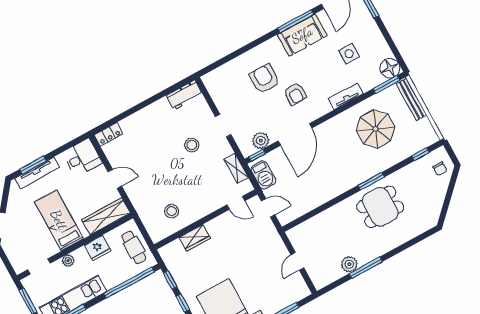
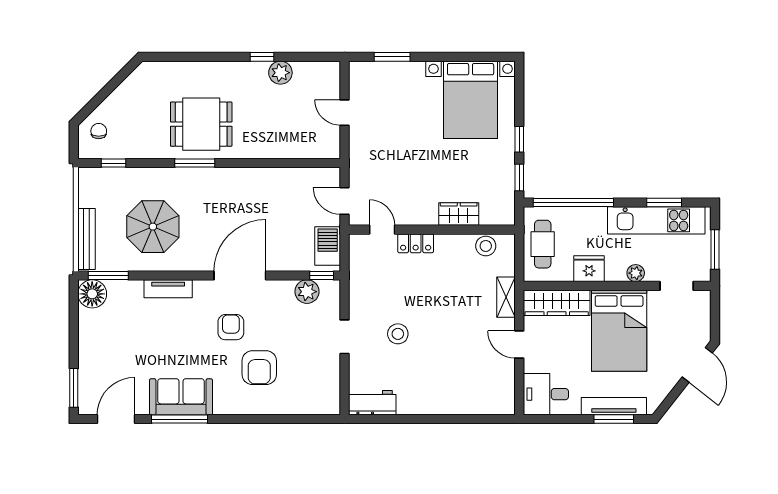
side table: (349, 54) -> (134, 341), removed
locker: (108, 134) -> (416, 243), moved, turned 180
door: (295, 135) -> (240, 275), moved
shelving: (236, 168) -> (506, 297), moved
stool: (172, 211) -> (486, 246), moved
bed: (59, 220) -> (619, 331), width x1.50
door: (297, 261) -> (344, 113), swing flipped
window: (366, 268) -> (262, 57), width x0.46

